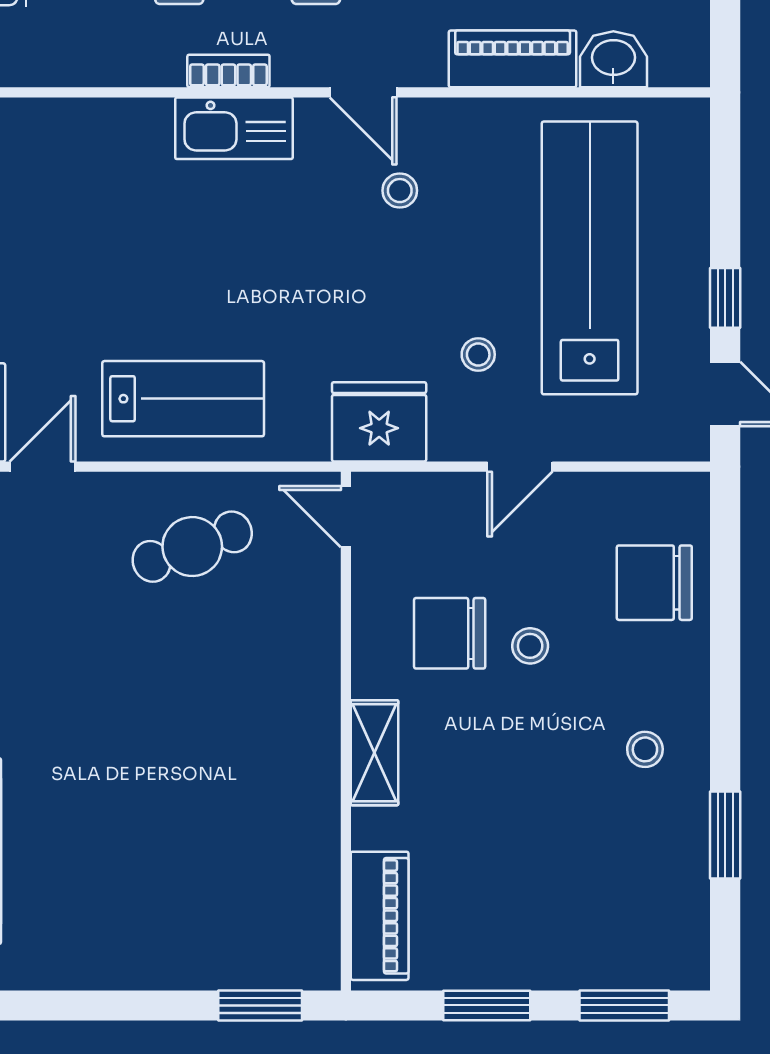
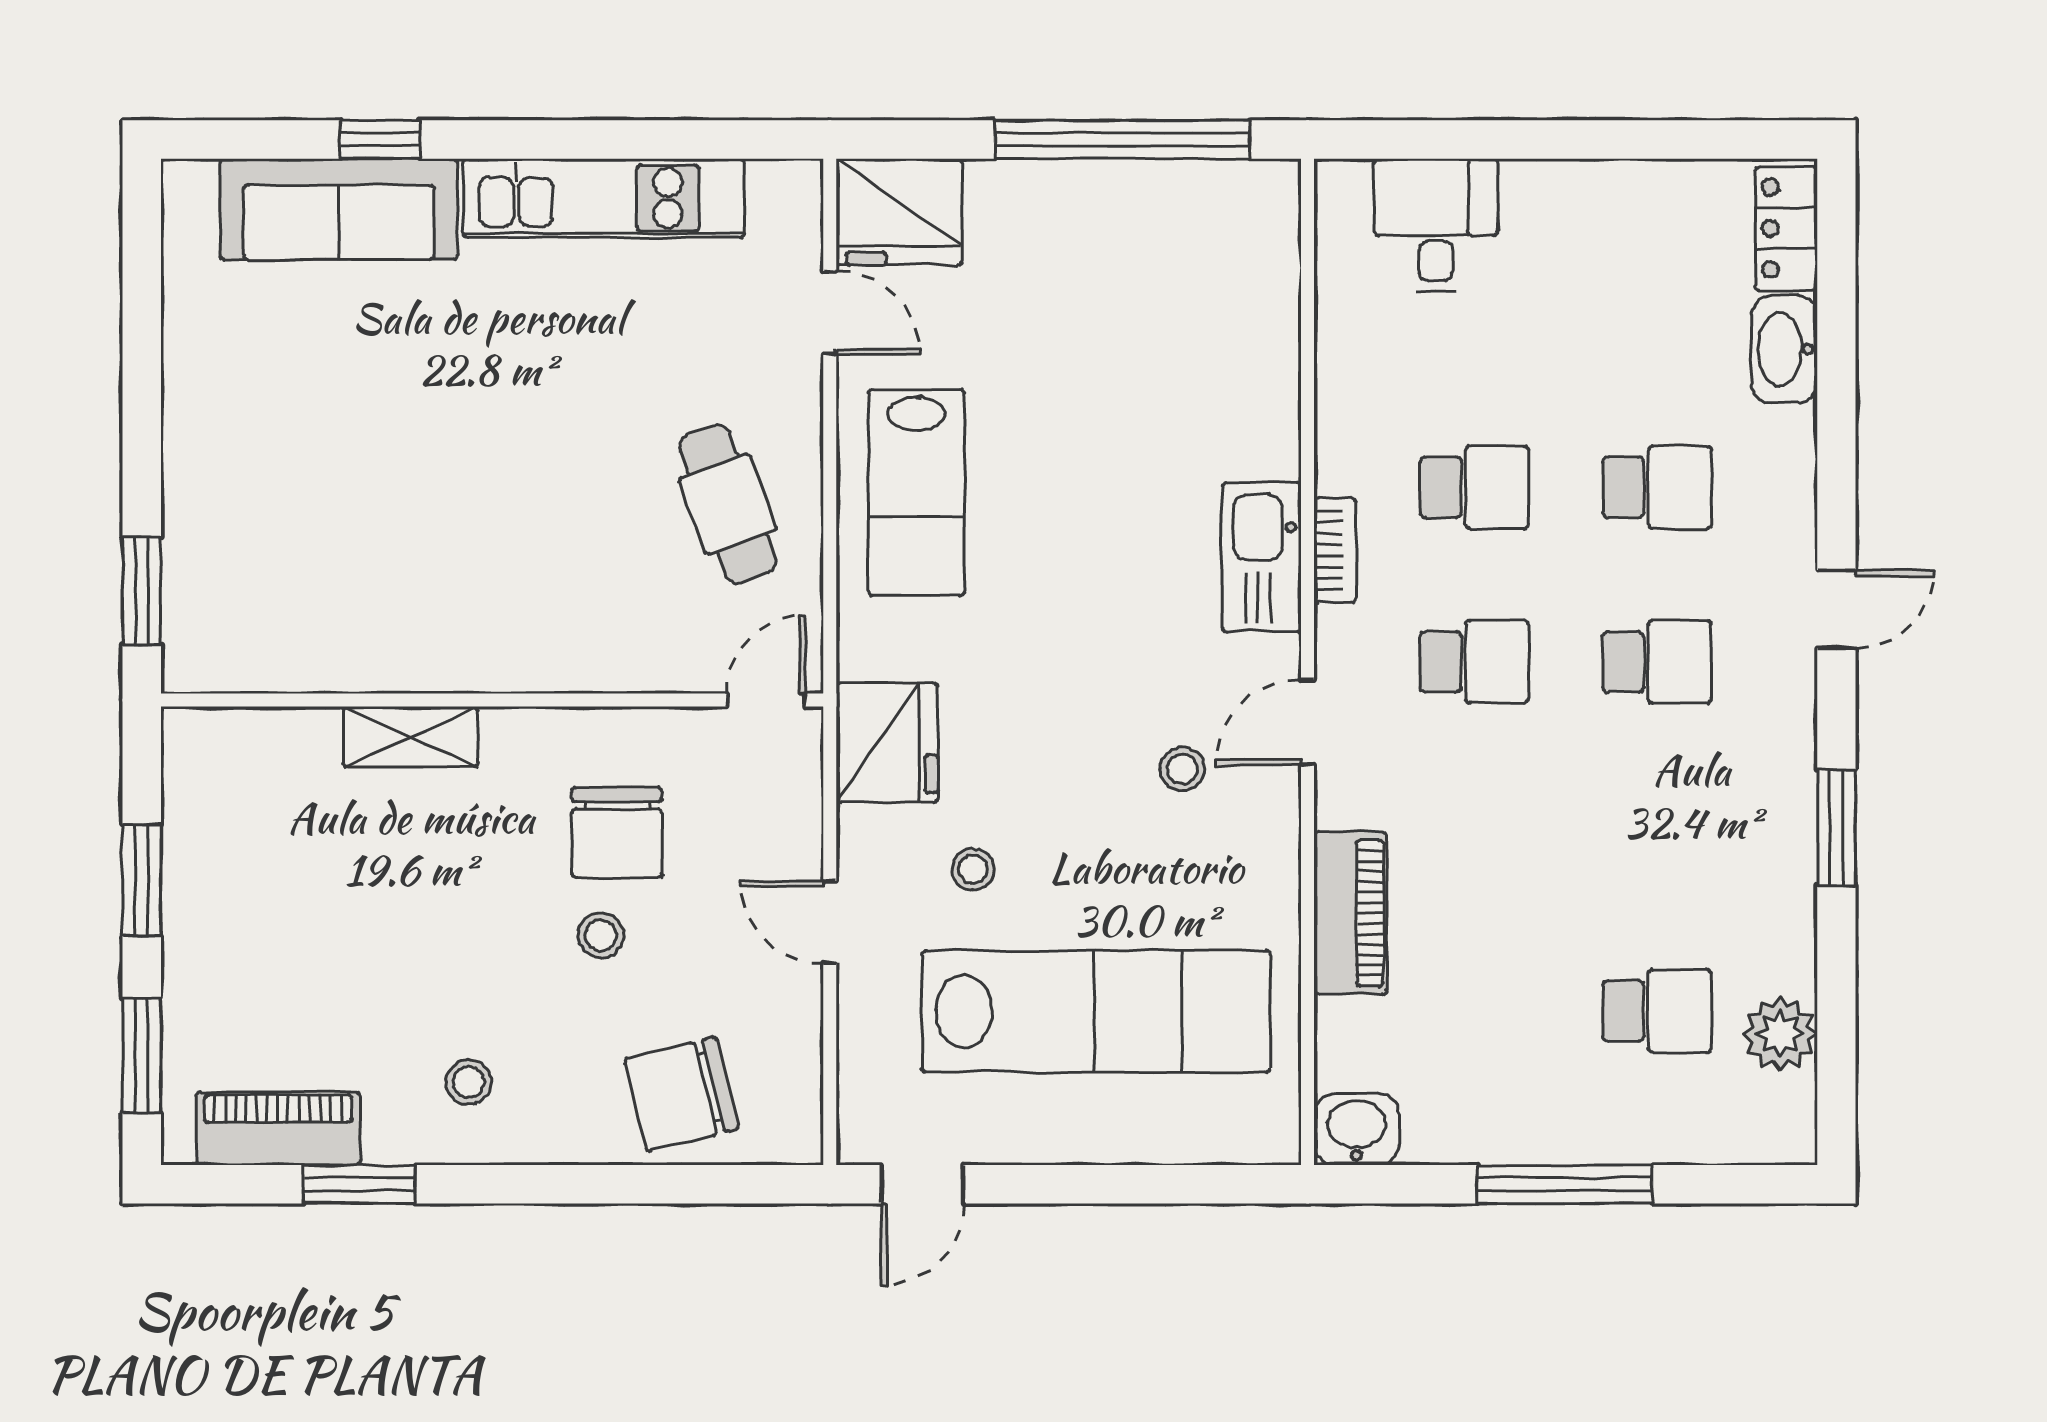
washbasin: (613, 59) -> (1356, 1129), moved, turned -90
window: (725, 298) -> (1045, 1184), removed
chair: (654, 583) -> (682, 1094), turned -104
chair: (450, 633) -> (617, 833), turned 180
shelving: (374, 753) -> (411, 737), moved
piano: (380, 916) -> (278, 1129), moved, turned 180

